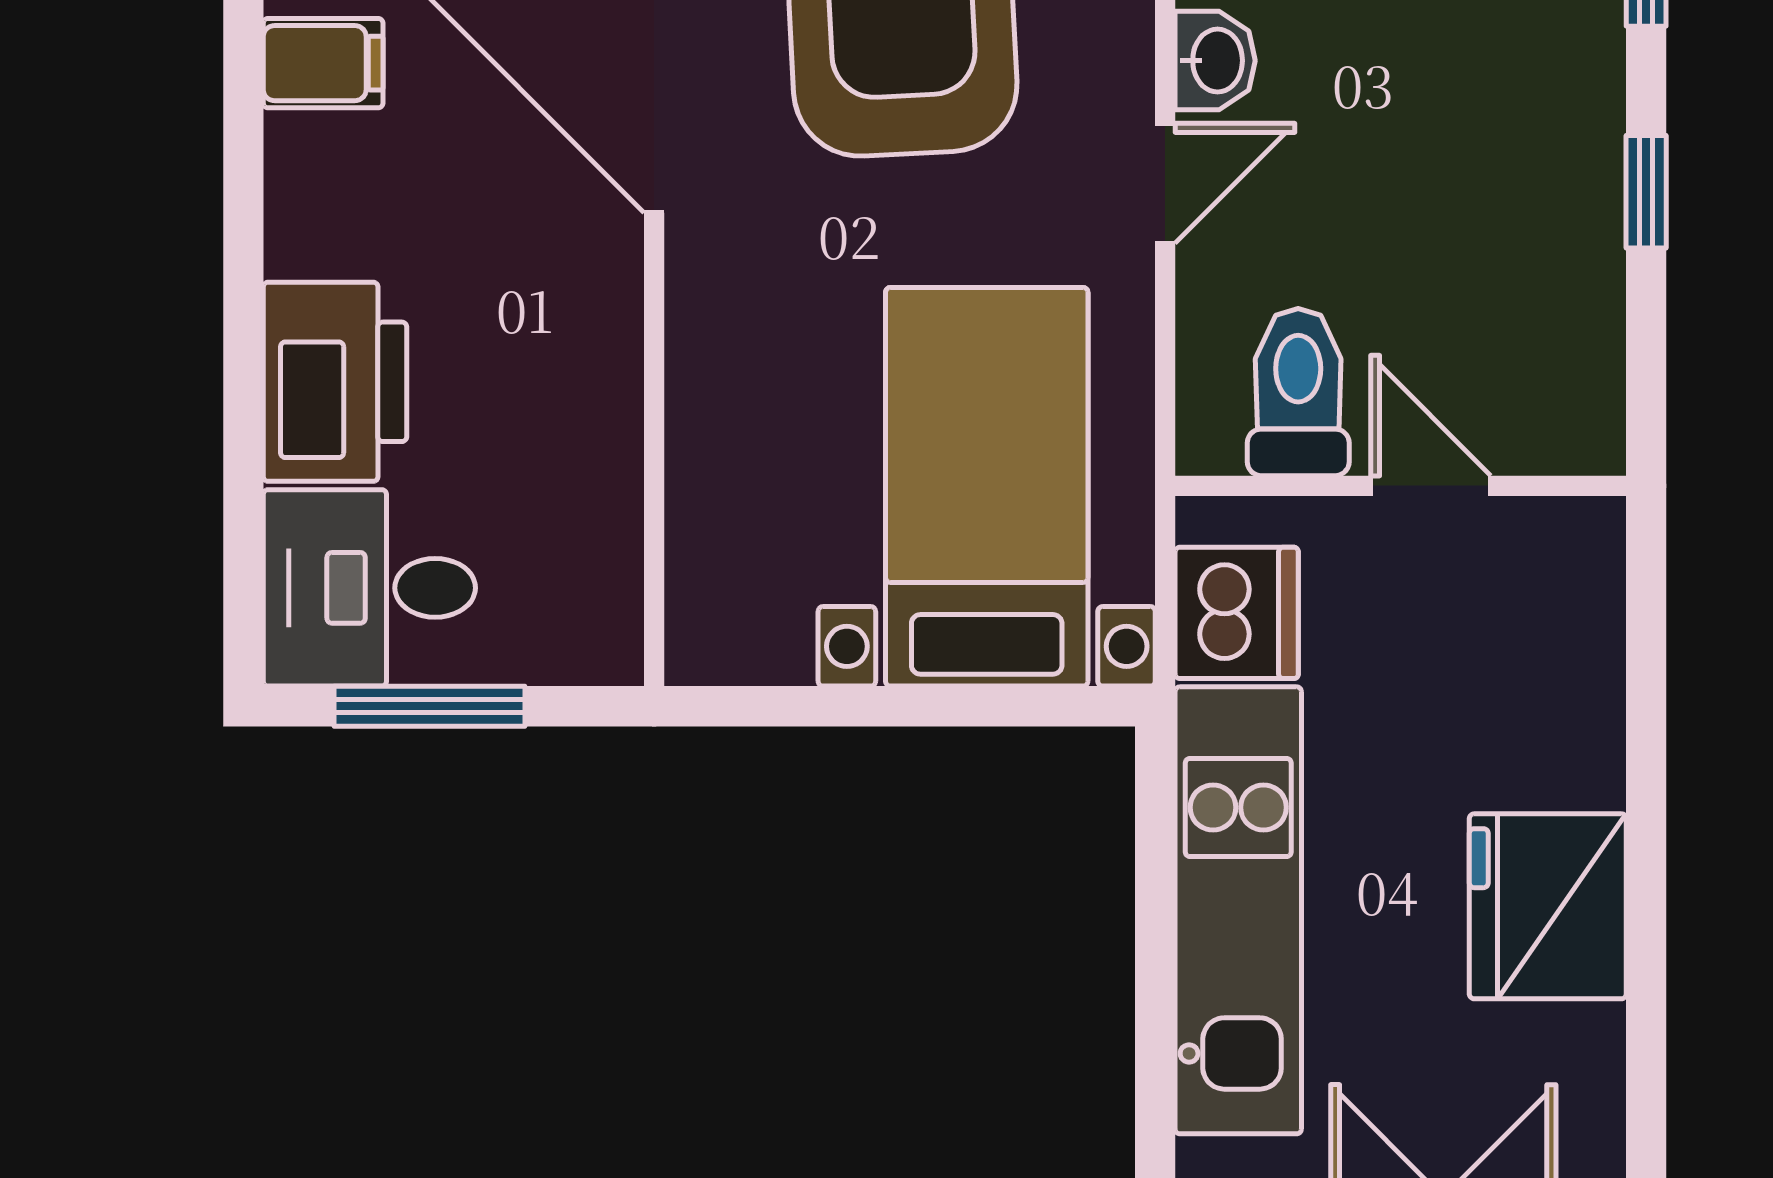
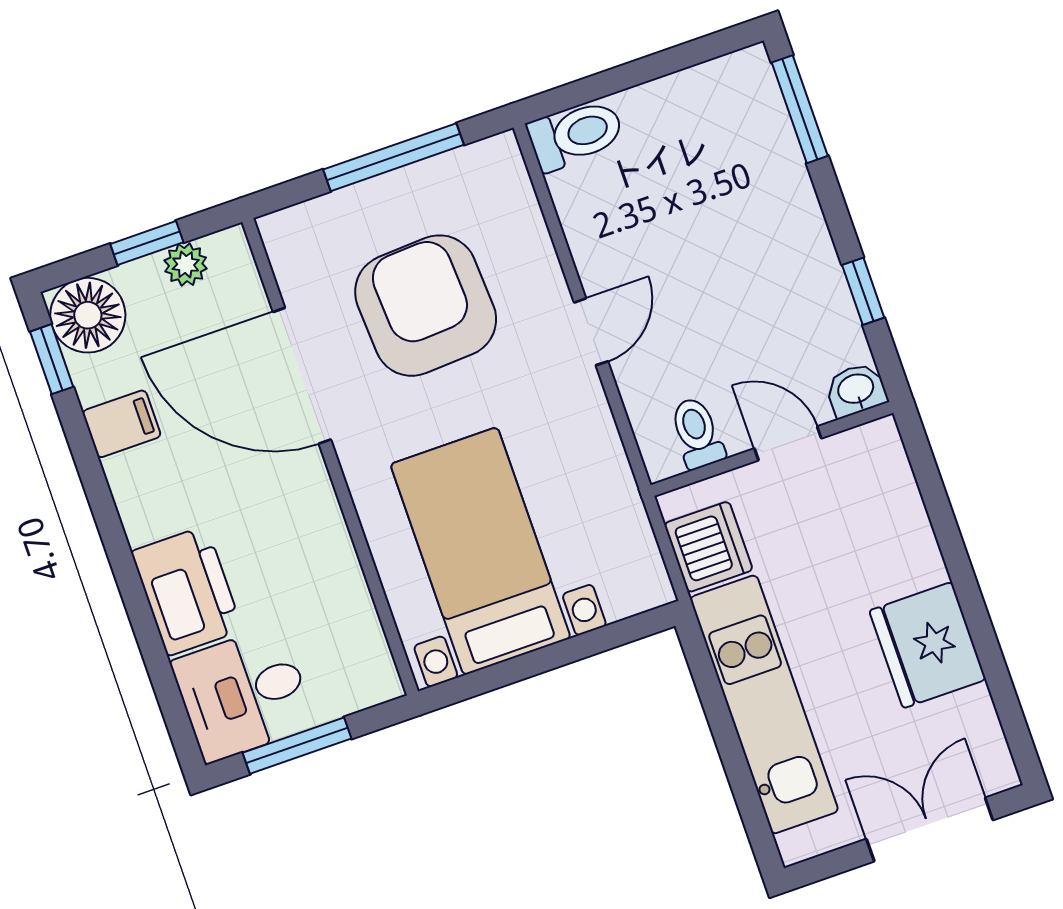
washbasin: (1215, 61) -> (856, 390), moved, turned -90
window: (1646, 192) -> (863, 291), moved
toilet: (1298, 392) -> (697, 433), width x0.73, depth x0.72
bed with nightstands: (987, 487) -> (481, 551), moved

